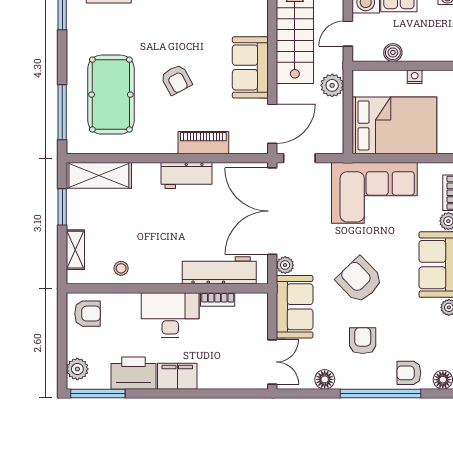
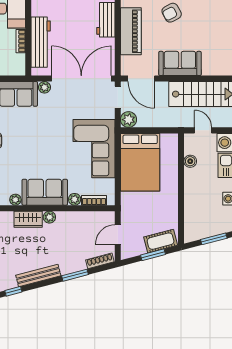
nightstand: (415, 77) -> (174, 176), removed
plant: (332, 85) -> (129, 120), moved
piano: (203, 143) -> (131, 31), width x1.37, depth x1.33
armchair: (359, 280) -> (34, 138), removed

